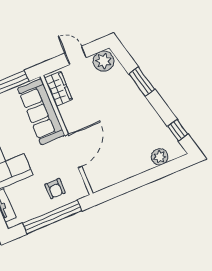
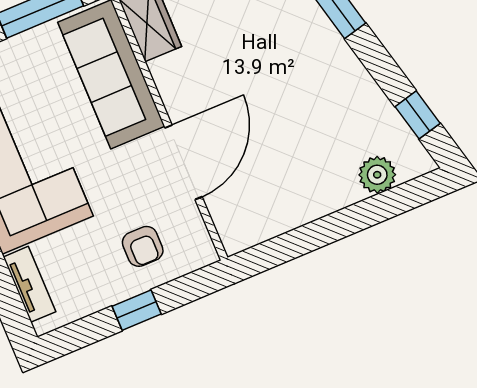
window: (52, 217) -> (137, 310), width x0.32

